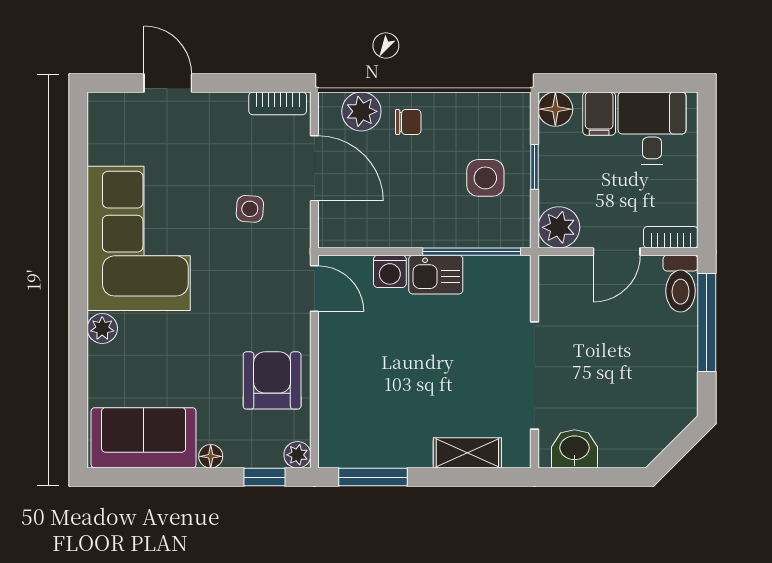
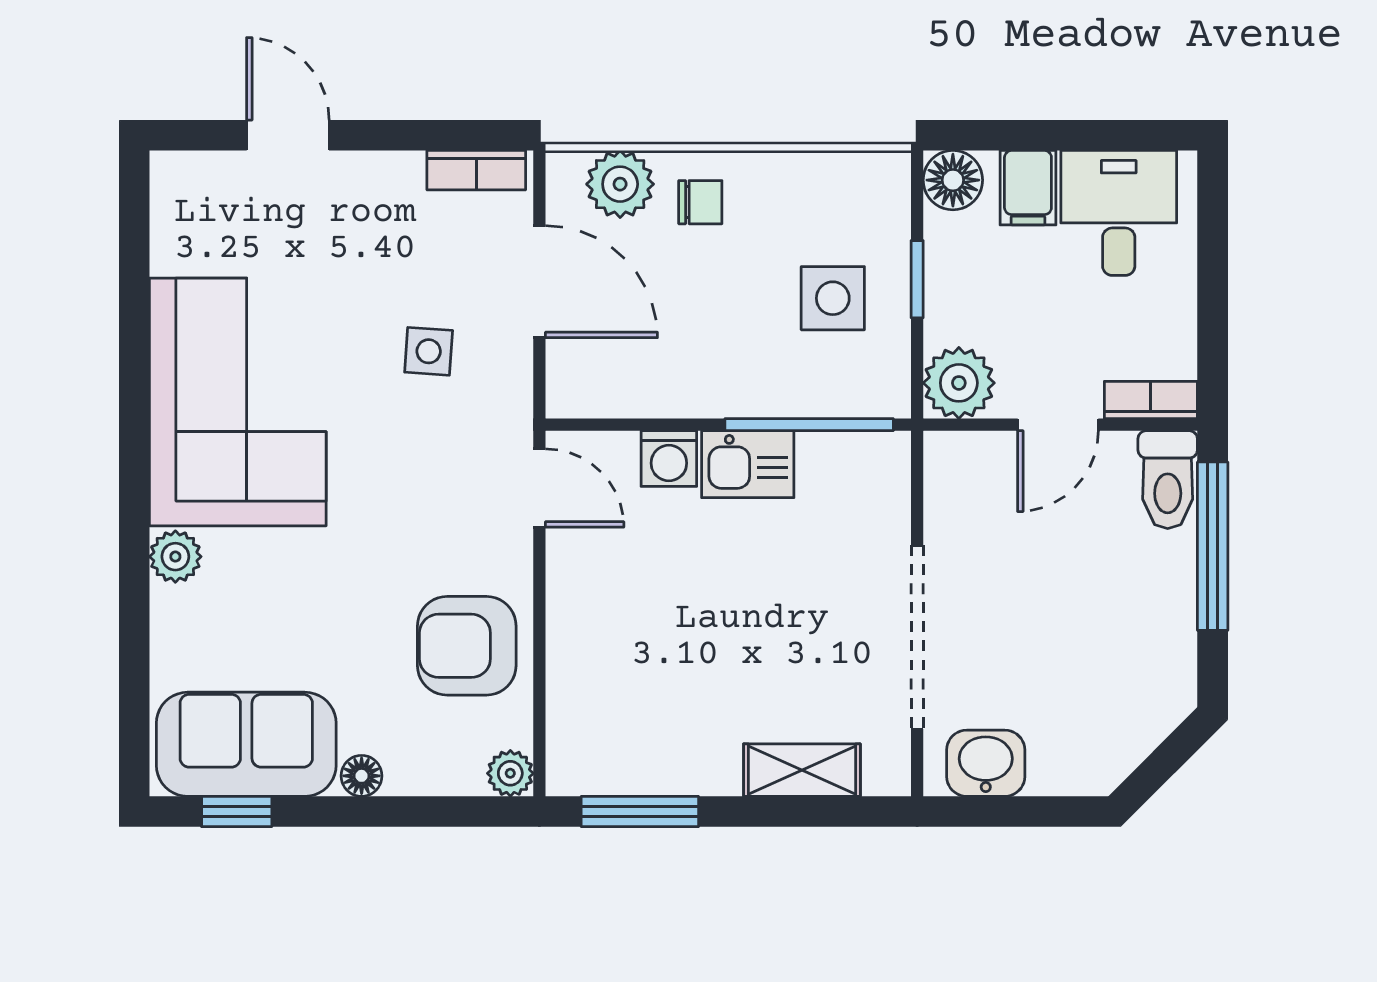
armchair: (272, 380) -> (467, 646), turned -90
window: (264, 477) -> (237, 812), moved

